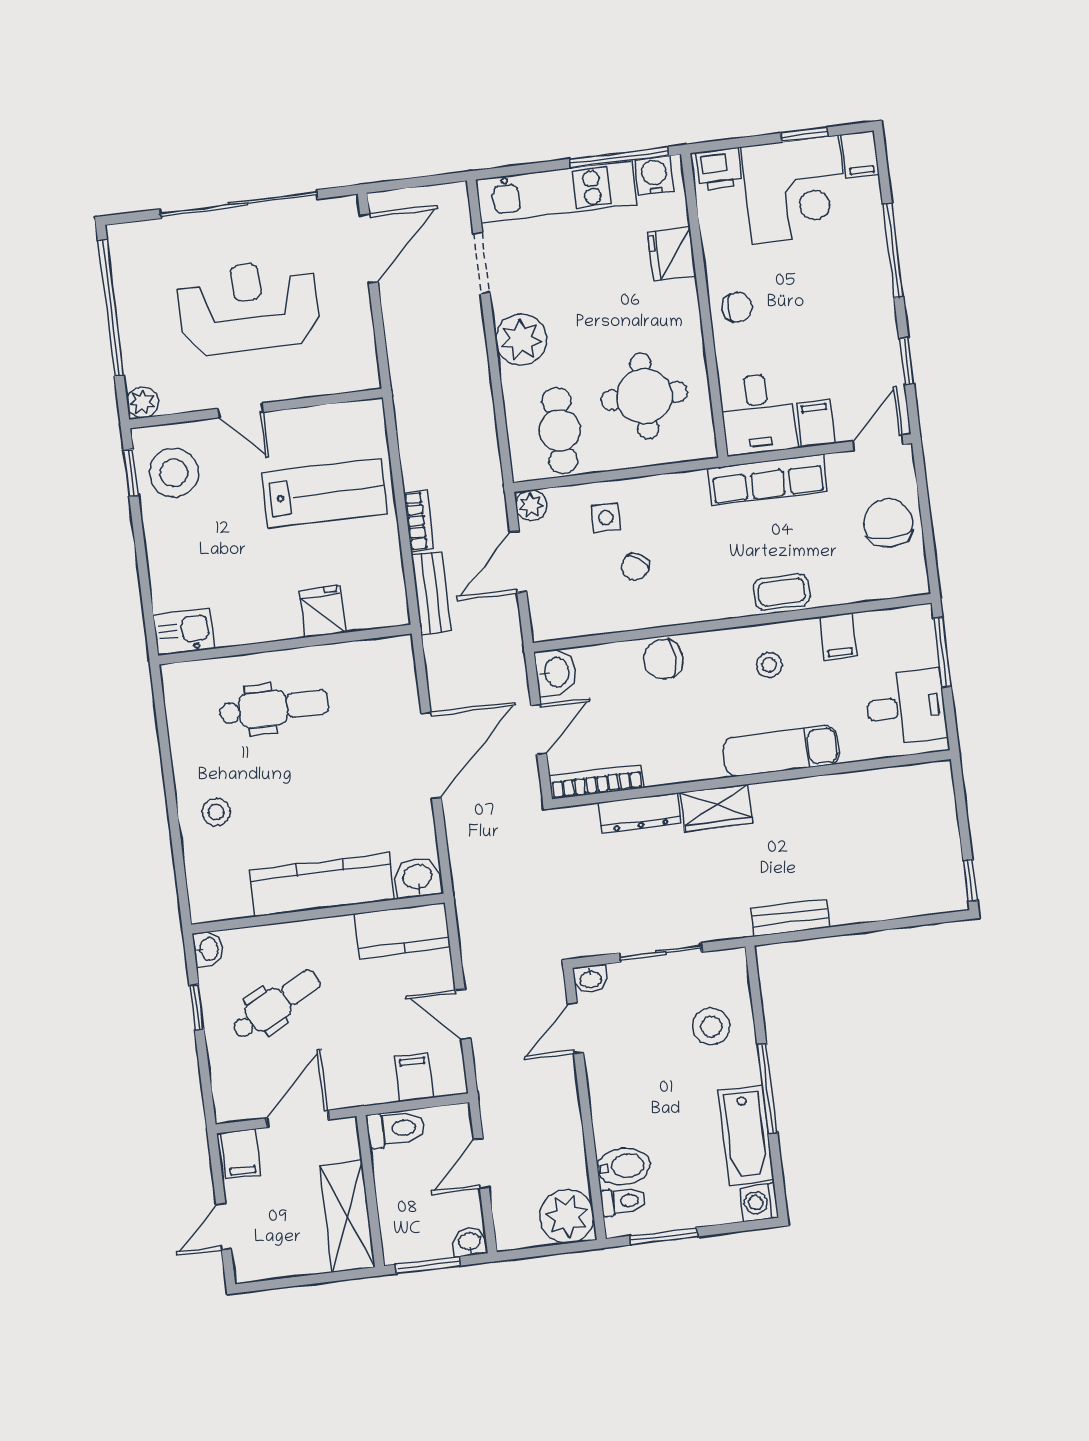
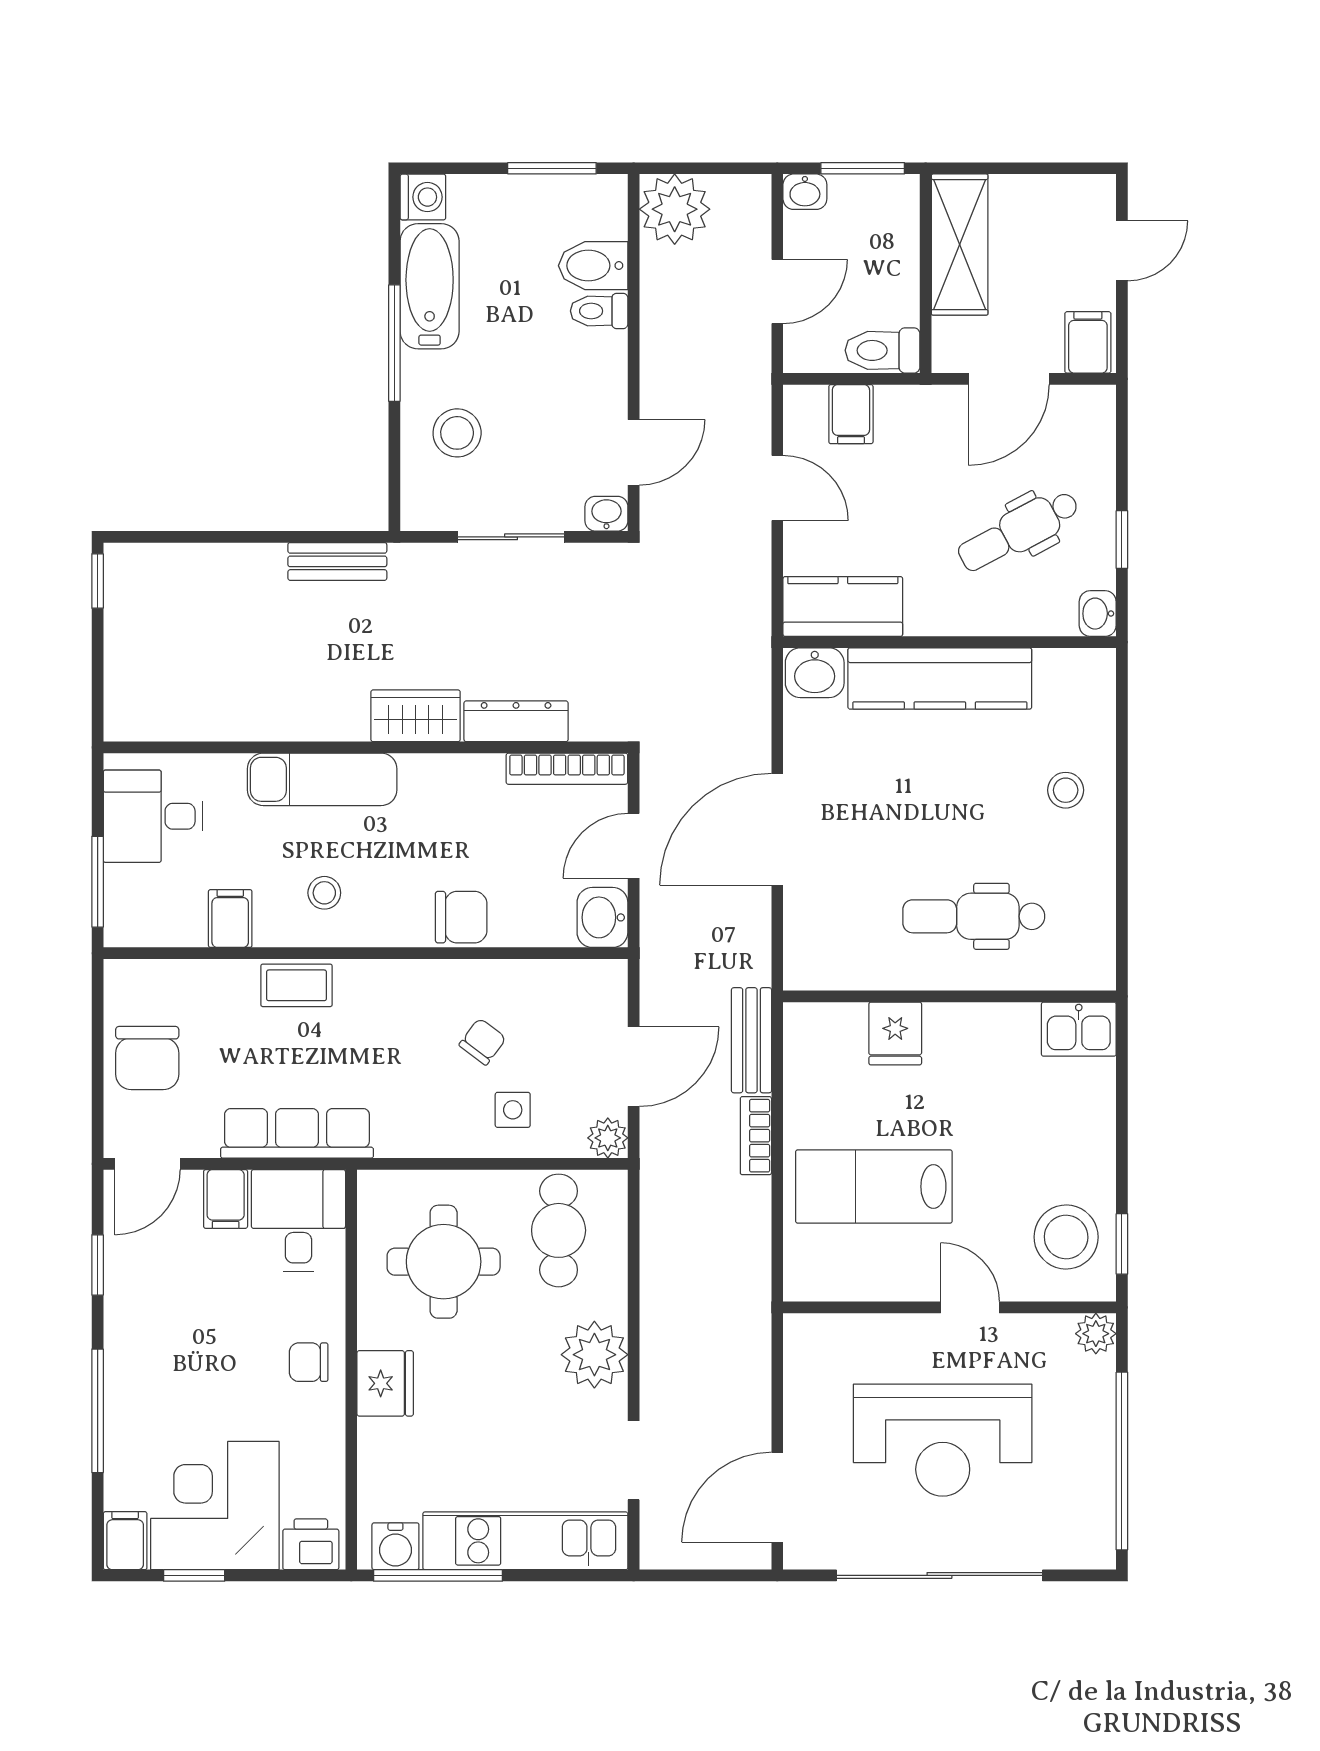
fridge: (672, 254) -> (385, 1383), moved
toilet: (623, 1201) -> (599, 311), moved

